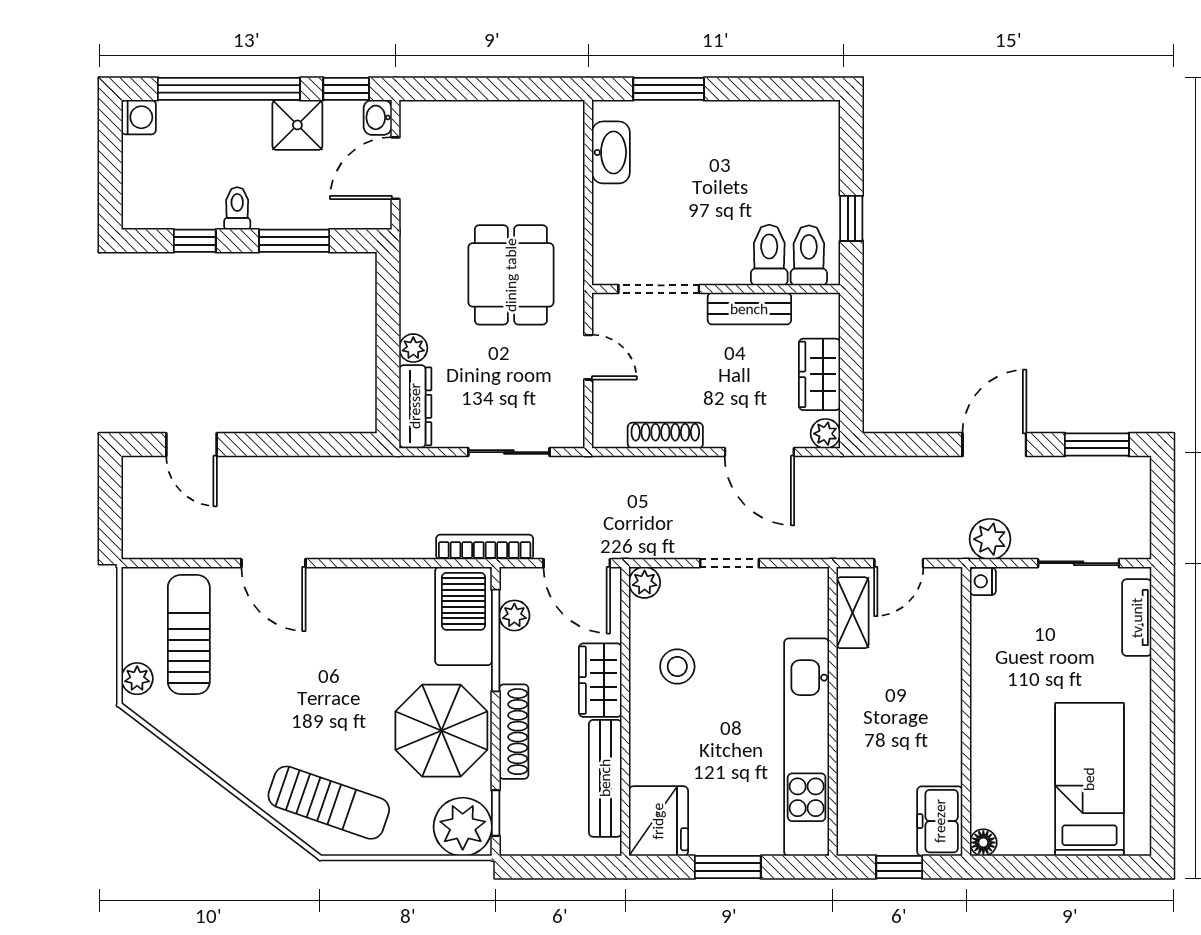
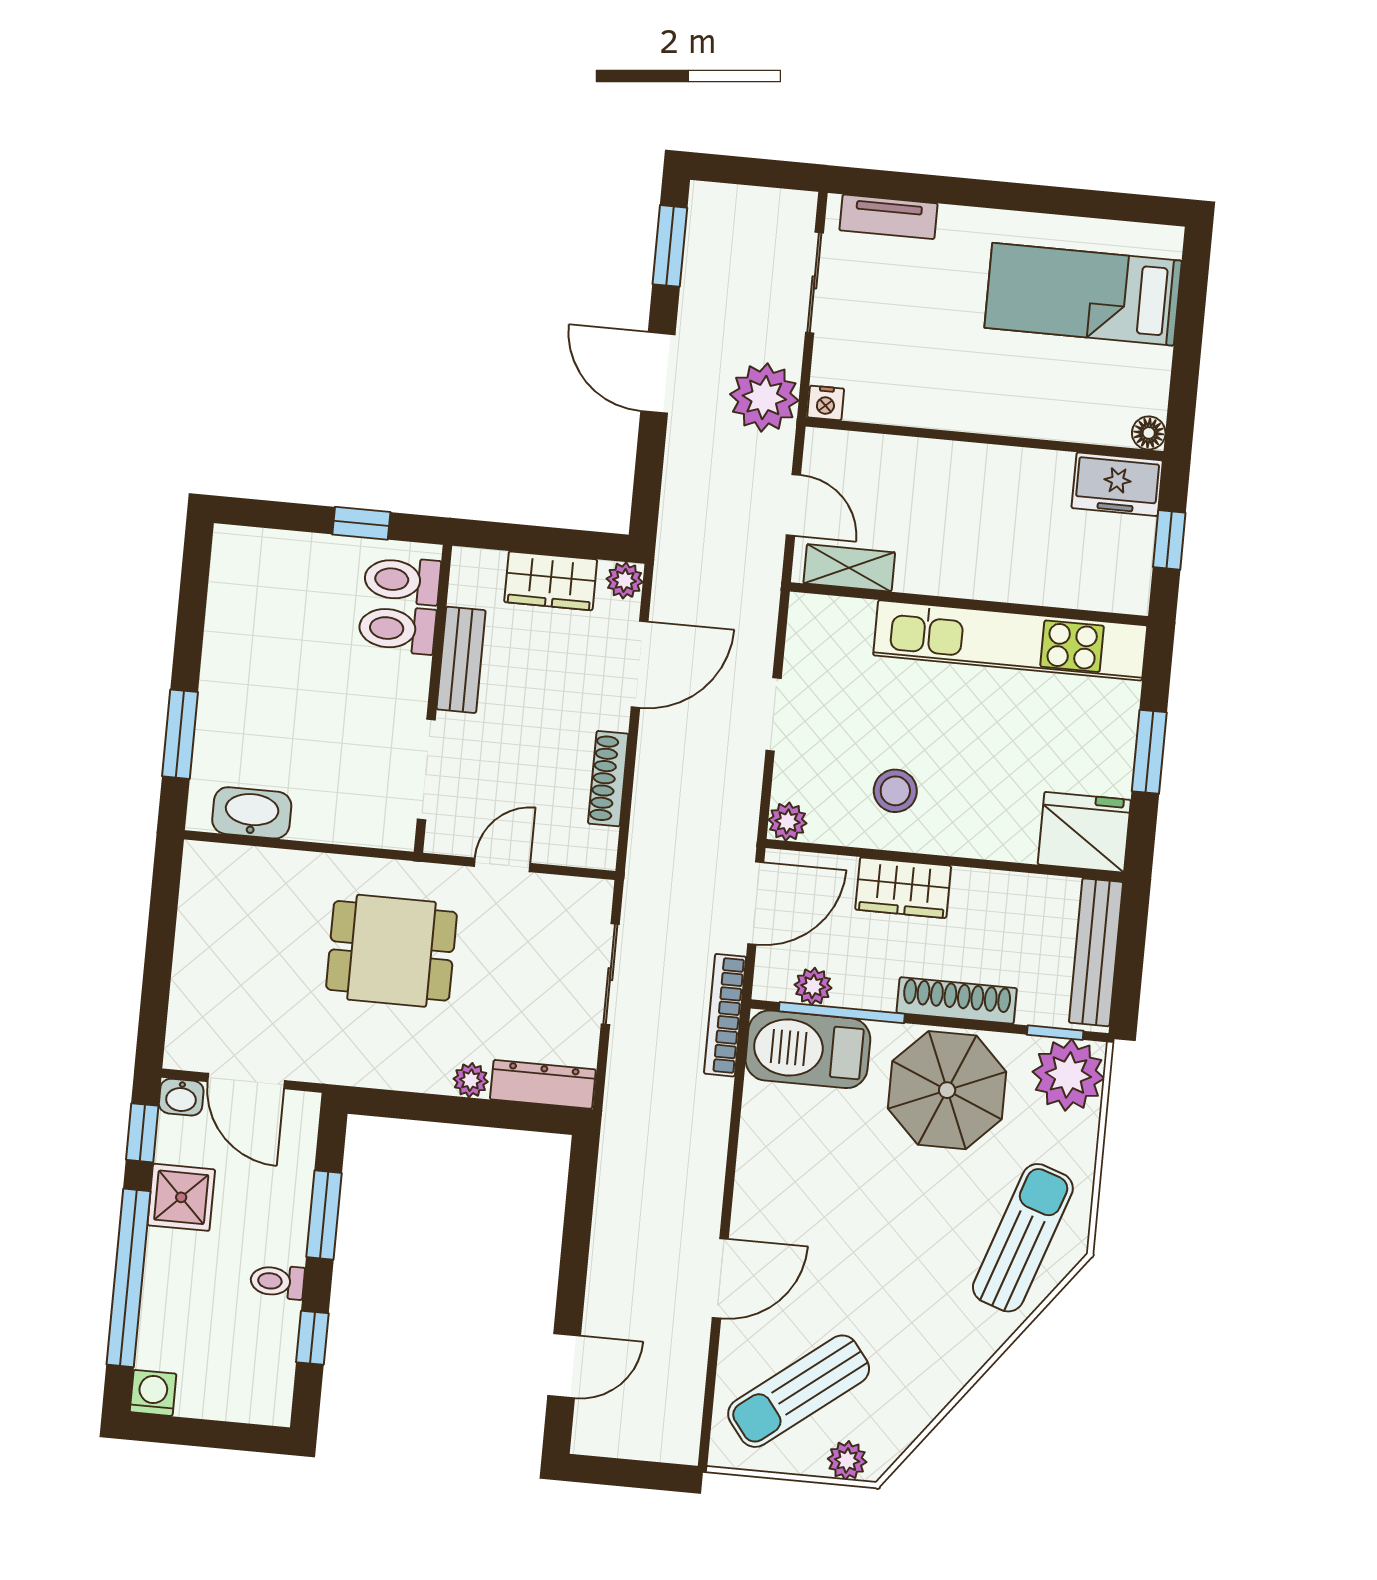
plant: (990, 539) -> (764, 397), width x1.36, depth x1.36
sun lounger: (189, 635) -> (799, 1391), turned -38
bench: (605, 778) -> (1096, 952), moved, turned 90

